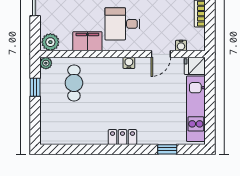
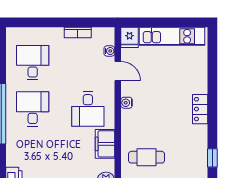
window: (167, 149) -> (212, 158), moved

